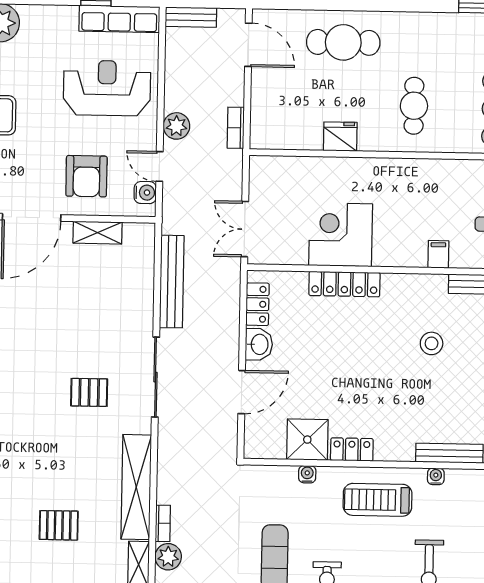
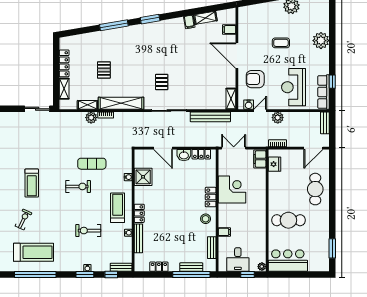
reception desk: (107, 88) -> (294, 87), turned 180
cafe table: (414, 106) -> (288, 220), width x1.37, depth x1.35
fridge: (340, 137) -> (275, 164), moved
filing cabinet: (271, 169) -> (260, 159), added
shelving: (98, 233) -> (231, 99), moved
locker: (344, 284) -> (211, 197), width x0.66
stool: (432, 343) -> (206, 219), moved
locker: (352, 449) -> (139, 213), moved

